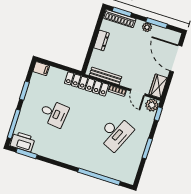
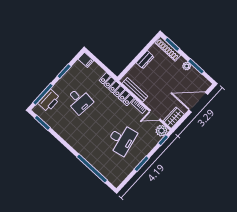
door: (176, 59) -> (198, 102), hinge flipped
door: (138, 92) -> (155, 115), hinge flipped
desk: (115, 133) -> (122, 140), turned -36
printer: (23, 142) -> (49, 101), moved, turned 90

